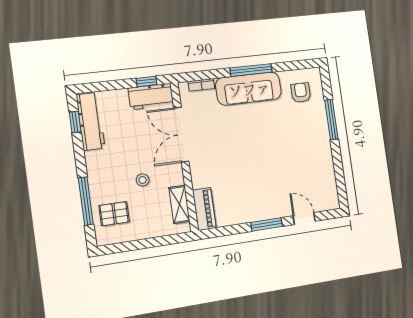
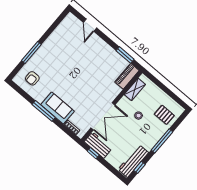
sofa: (249, 89) -> (58, 108), width x0.73
window: (86, 201) -> (162, 141), moved
window: (267, 224) -> (125, 55), moved

